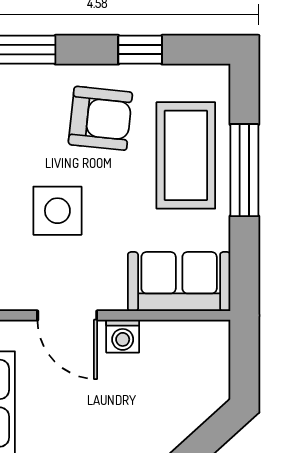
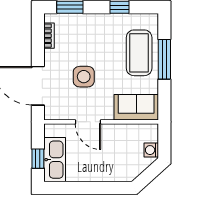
armchair: (100, 118) -> (102, 37), removed
washing machine: (123, 336) -> (151, 150), moved, turned 90

